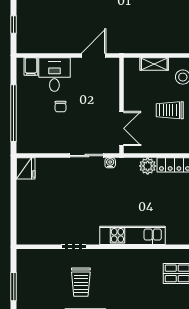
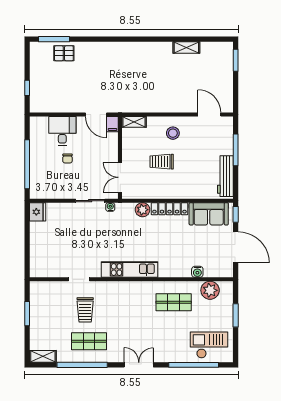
door: (94, 56) -> (96, 115), swing flipped
shelving: (154, 64) -> (134, 122), moved
filing cabinet: (31, 67) -> (112, 124), moved
double door: (122, 128) -> (120, 177), swing flipped

